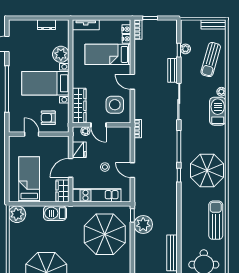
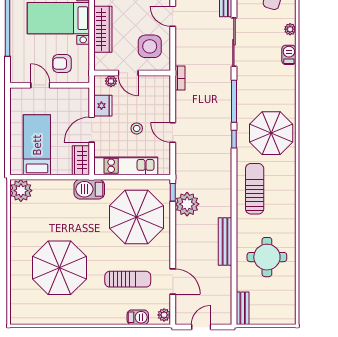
wardrobe: (79, 106) -> (103, 29), moved
barbecue: (218, 111) -> (289, 55), width x0.53, depth x0.65
barbecue: (55, 213) -> (89, 189), moved
sun lounger: (216, 220) -> (255, 189), moved

